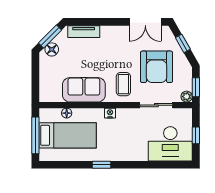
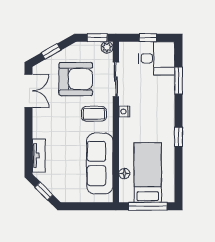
window: (50, 37) -> (44, 191), width x0.67
floor lamp: (52, 49) -> (57, 189), removed
sofa: (84, 90) -> (100, 163), width x1.36
nightstand: (110, 113) -> (124, 111), moved
desk: (170, 144) -> (157, 58), width x0.73
window: (155, 165) -> (179, 81), added

